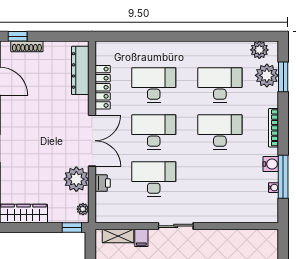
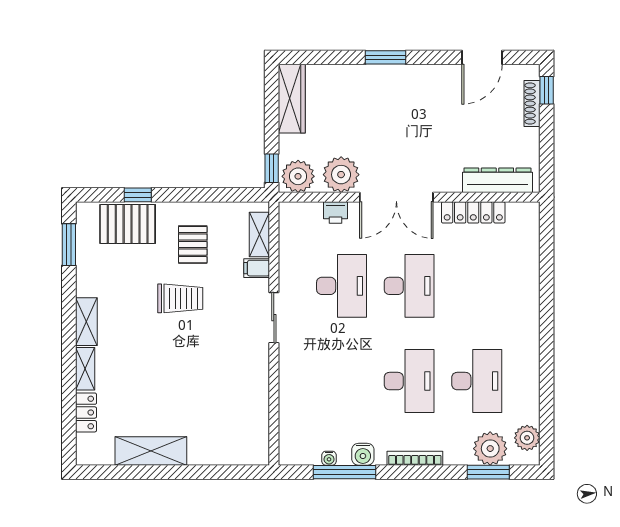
desk: (154, 85) -> (477, 286), removed
plant: (83, 209) -> (298, 176), width x1.88, depth x1.88

